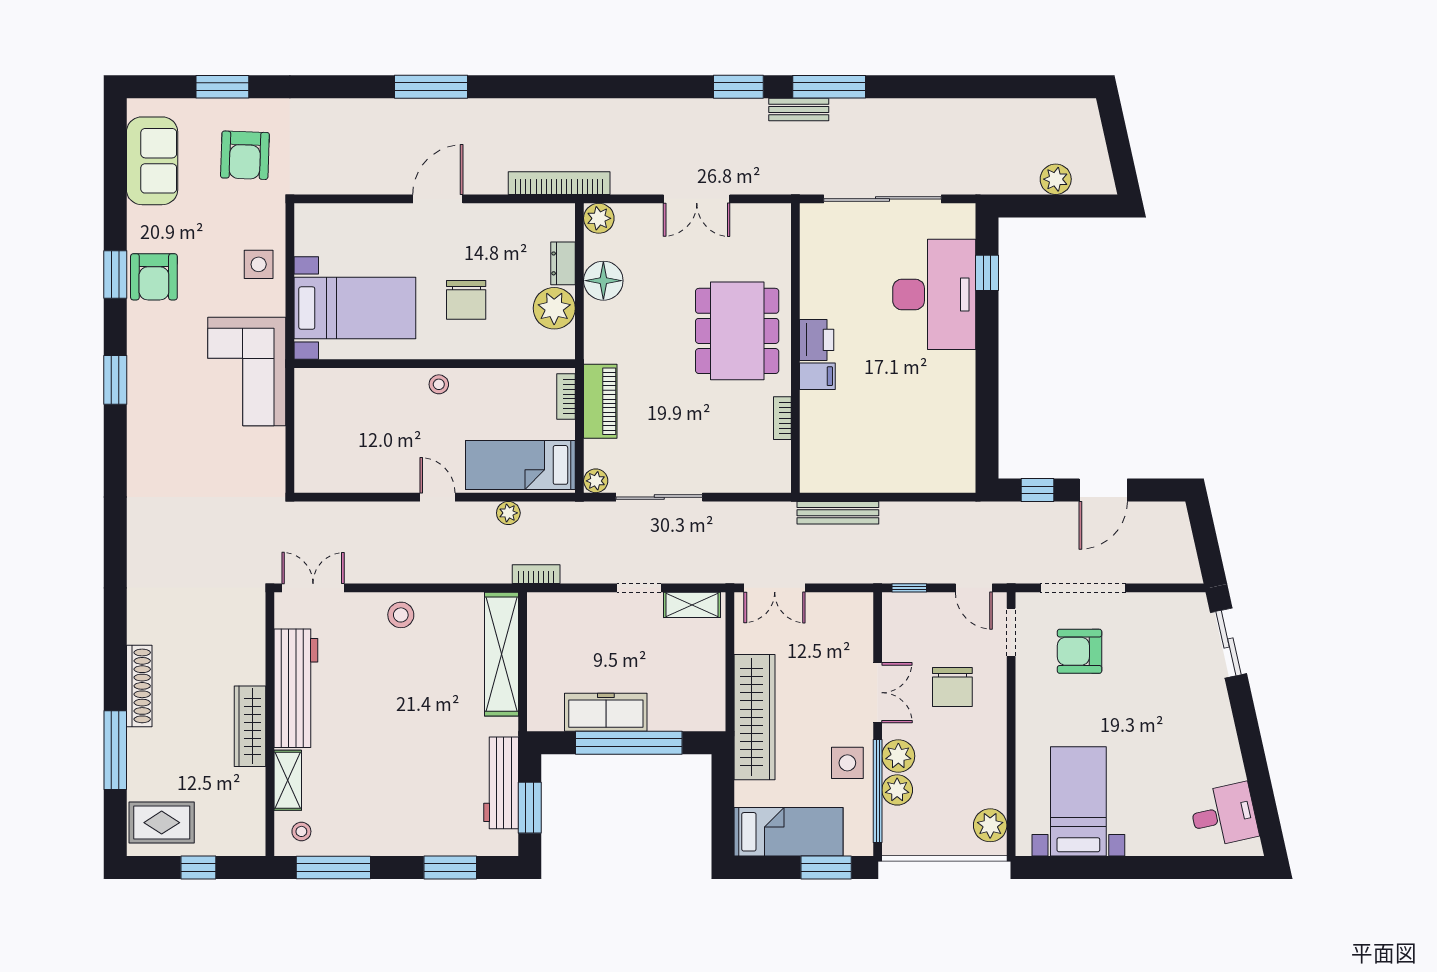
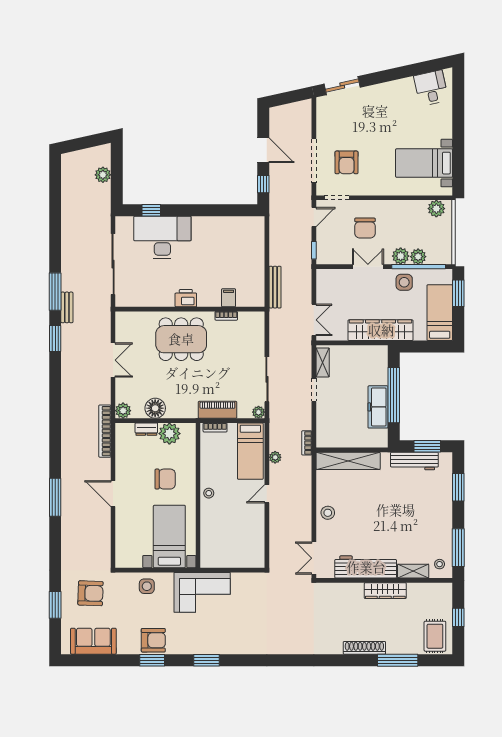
filing cabinet: (817, 376) -> (229, 298), moved
chair: (952, 687) -> (365, 228), turned 90

